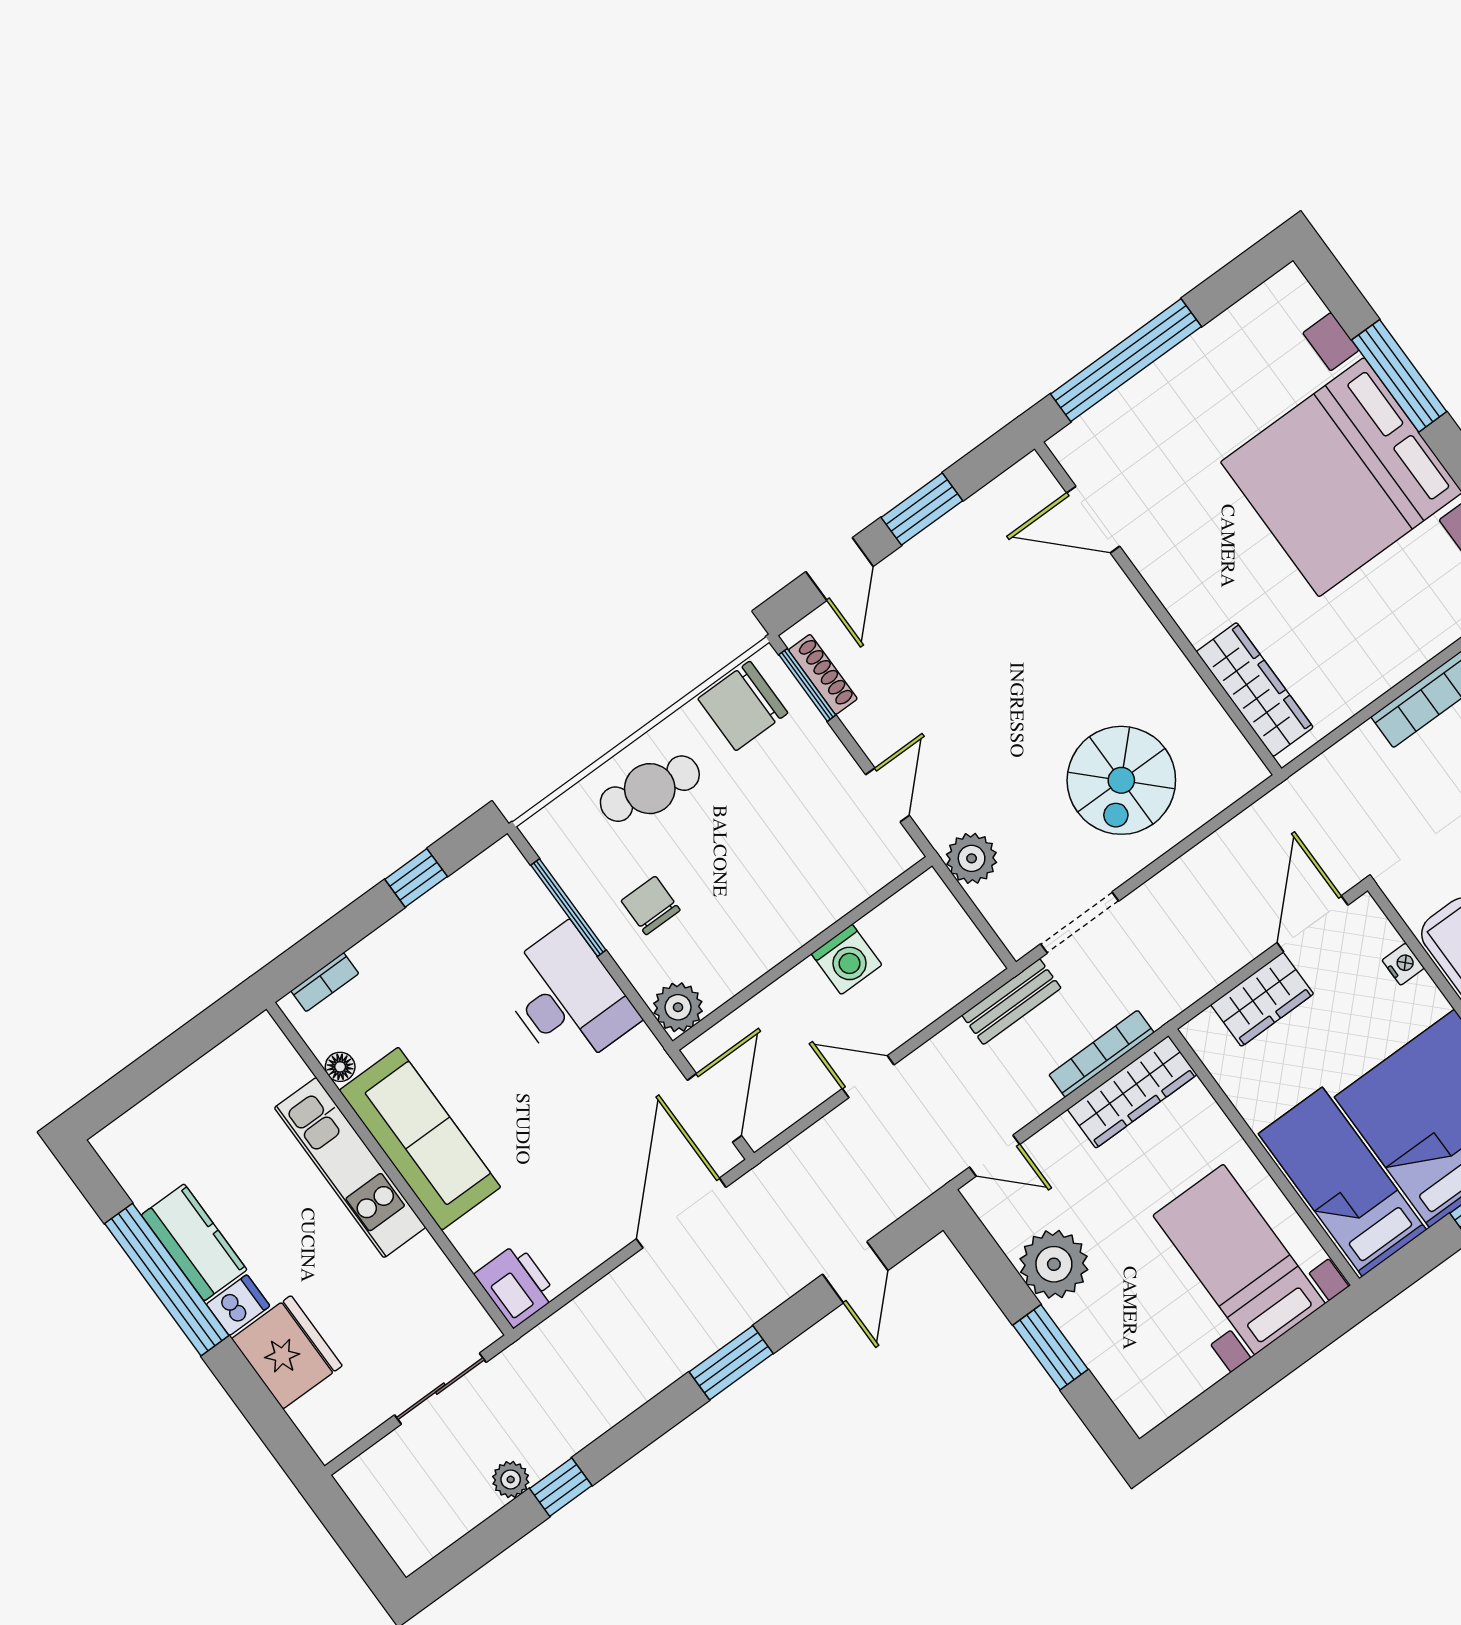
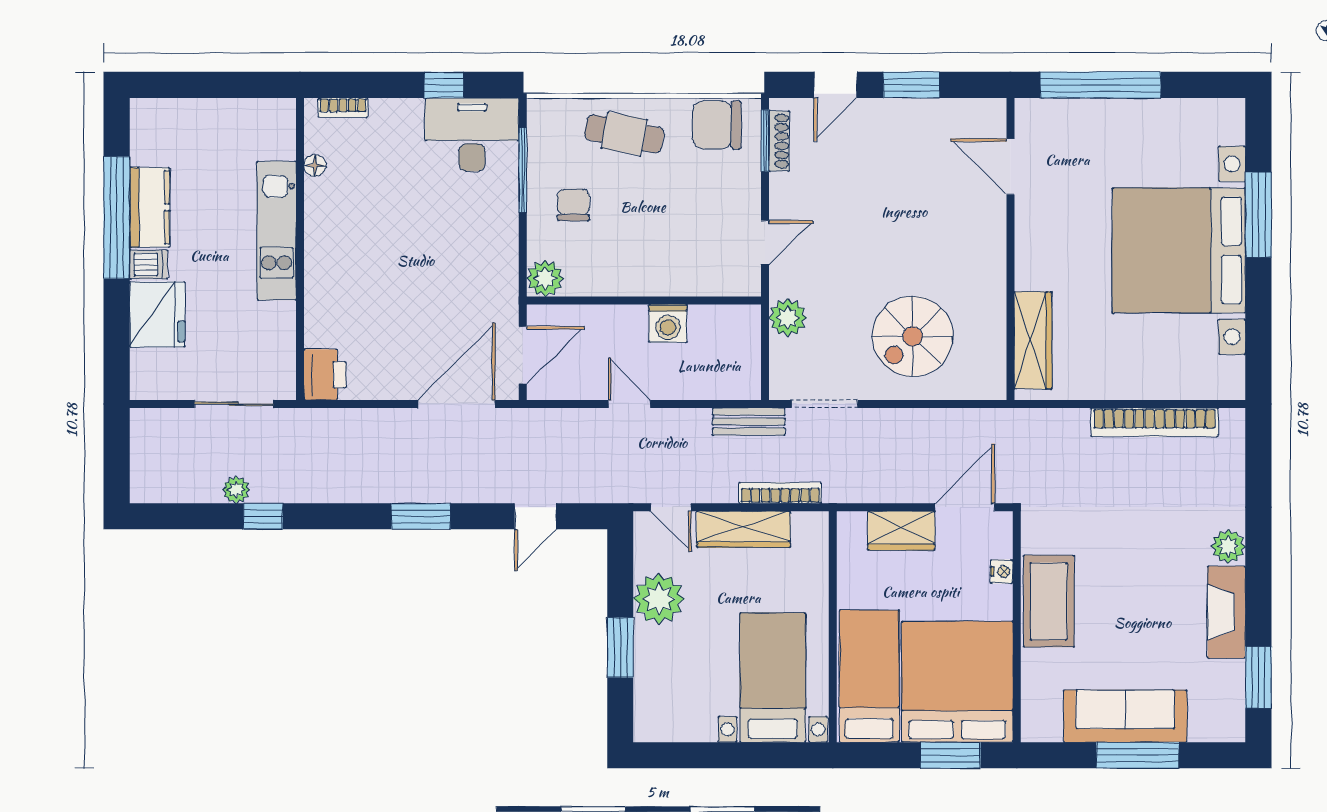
desk: (567, 998) -> (472, 135), moved, turned -90
wardrobe: (1132, 1092) -> (744, 529), moved
sofa: (420, 1139) -> (332, 244), removed

